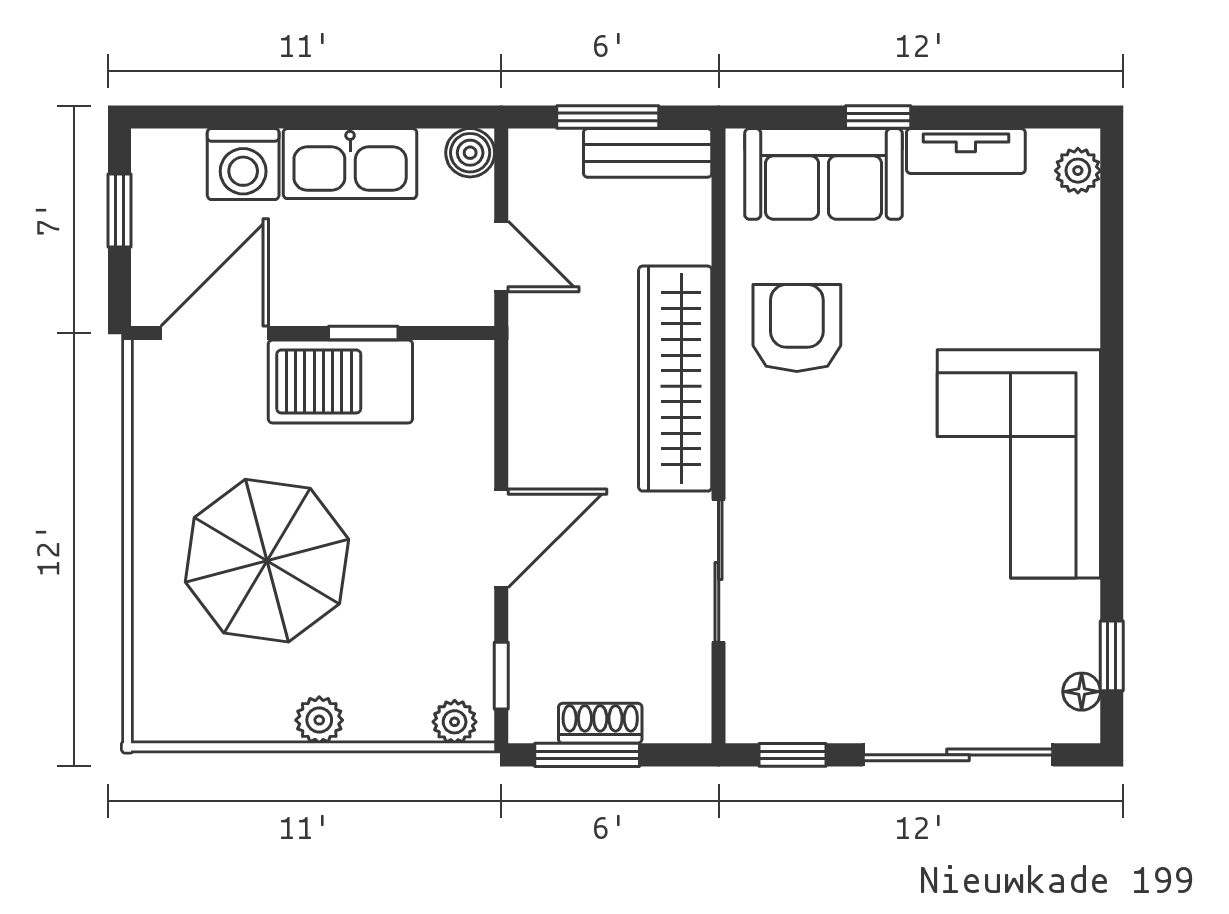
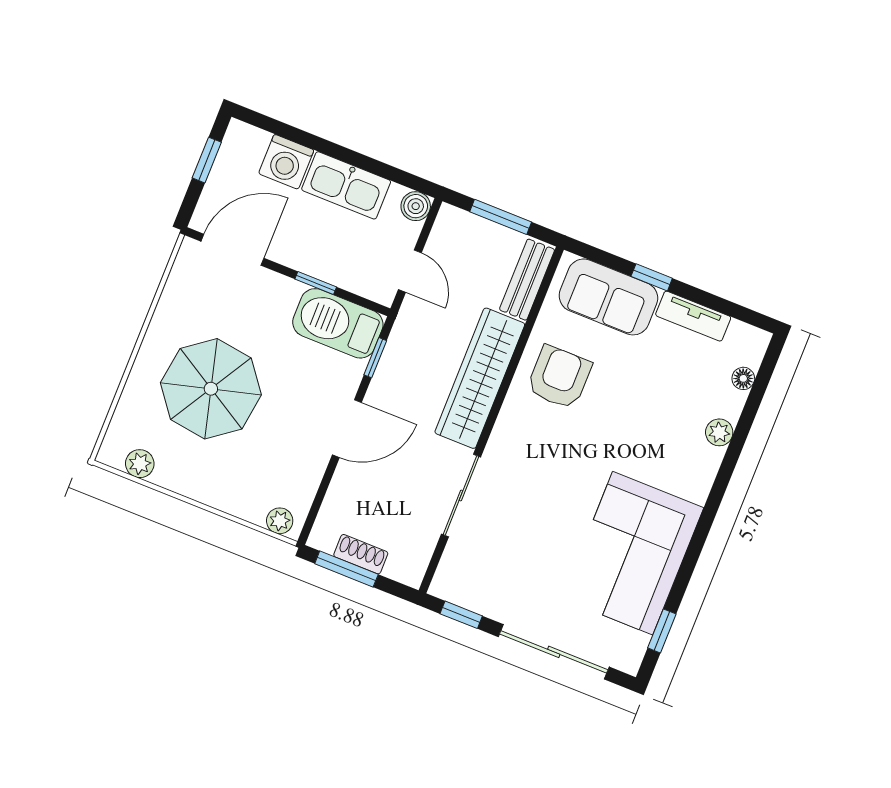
bench: (648, 153) -> (527, 280), moved, turned 90
plant: (1078, 171) -> (719, 432), moved
barbecue: (340, 381) -> (338, 323), moved
corner sofa: (1019, 464) -> (633, 553), moved
window: (501, 676) -> (375, 358), moved
floor lamp: (1082, 692) -> (743, 378), moved
plant: (319, 720) -> (140, 464), moved

